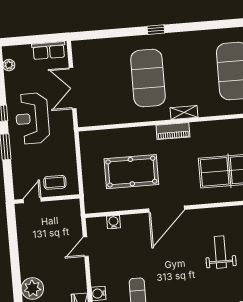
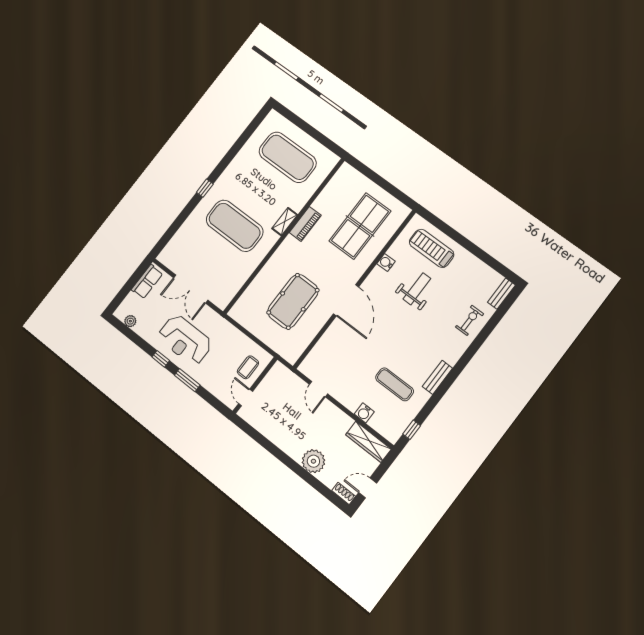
piano: (173, 131) -> (305, 224), moved
water cooler: (114, 222) -> (386, 263), moved
weight bench: (220, 252) -> (417, 289), turned 90

